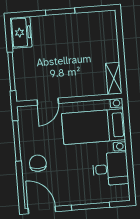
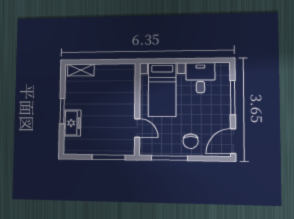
freezer: (21, 32) -> (72, 123), moved, turned 90
shelving: (114, 78) -> (81, 70), moved
chair: (38, 163) -> (191, 141), turned -90

